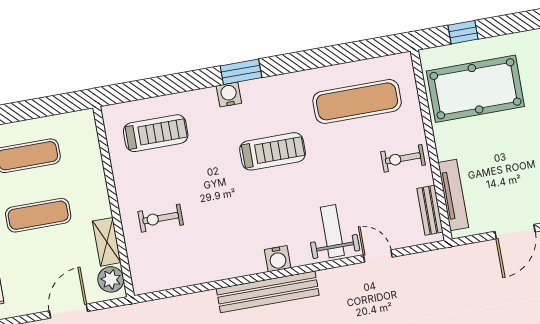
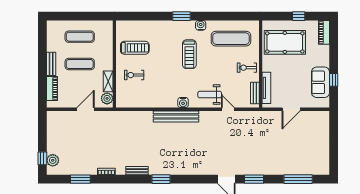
window: (463, 32) -> (299, 16), moved
water cooler: (229, 94) -> (201, 25), moved
treadmill: (156, 133) -> (135, 48), moved
treadmill: (273, 151) -> (189, 54), turned 90
weight bench: (332, 231) -> (210, 95), turned -90

